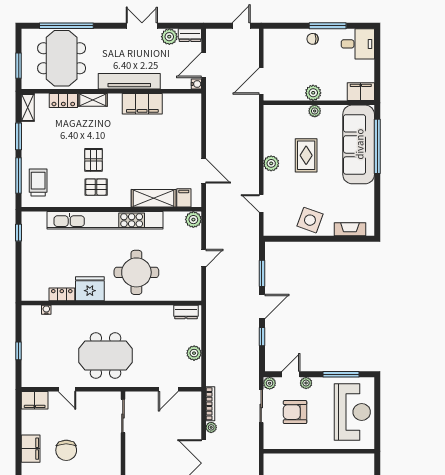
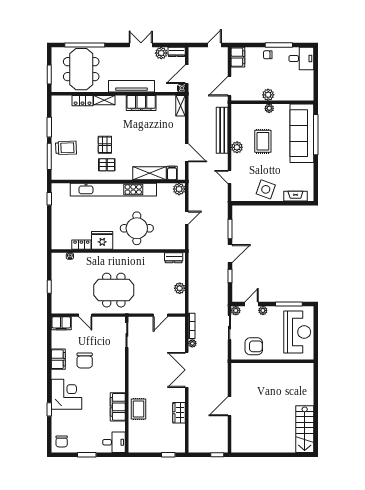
filing cabinet: (361, 92) -> (238, 57), moved, turned 90
shelving: (28, 107) -> (180, 106), moved
bench: (251, 141) -> (222, 130), added
trolley: (38, 183) -> (66, 148), moved, turned 88
armchair: (295, 412) -> (254, 346), moved, turned 180

